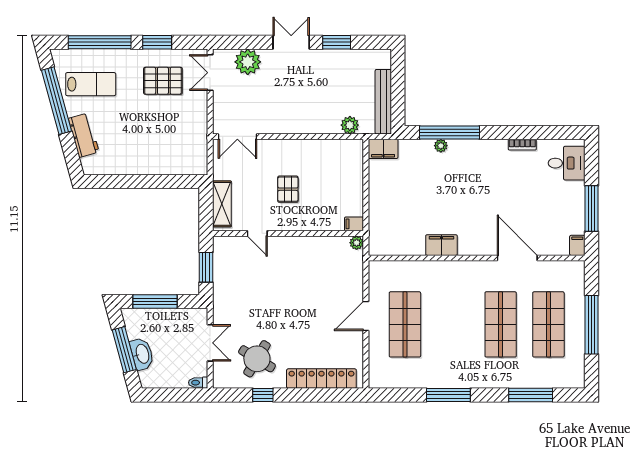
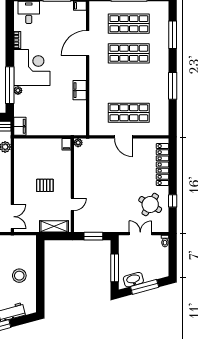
stool: (142, 148) -> (19, 276), added
corner desk: (478, 168) -> (32, 67), added
washbasin: (142, 354) -> (133, 280), moved

